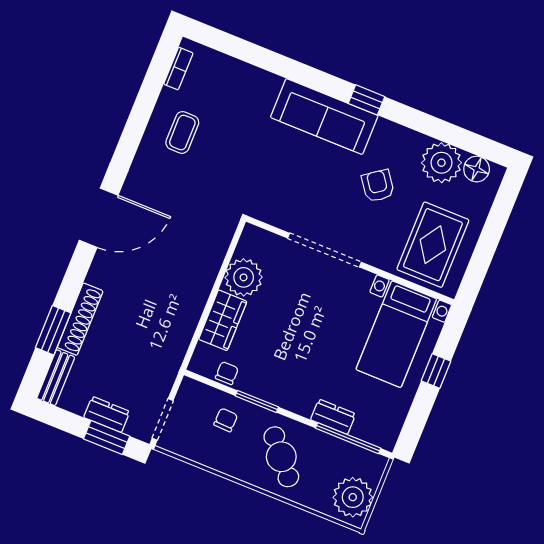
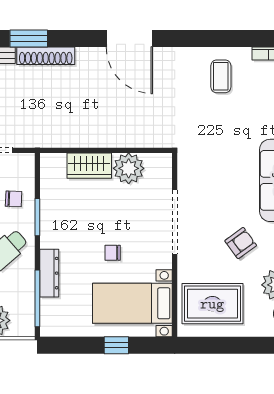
coffee table: (182, 132) -> (221, 76), turned 90
chair: (227, 373) -> (113, 253), moved, turned 180
dresser: (333, 417) -> (49, 273), width x1.44

